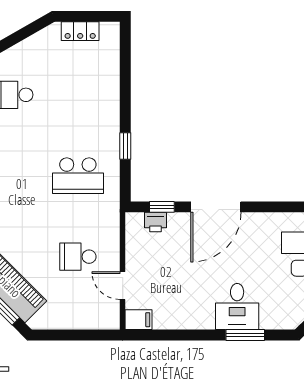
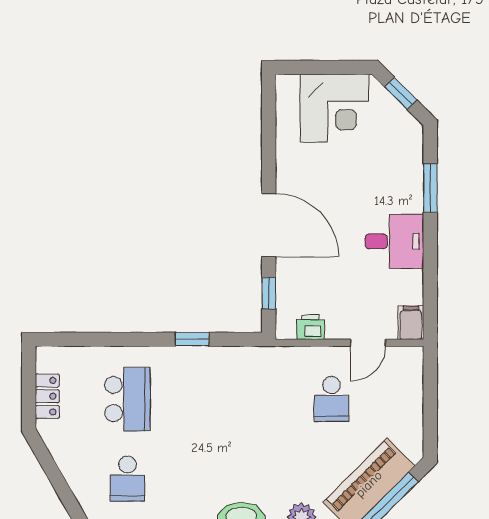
school desk: (78, 176) -> (127, 399), moved
printer: (155, 222) -> (310, 327), moved, turned -90
desk: (237, 307) -> (394, 241), moved

